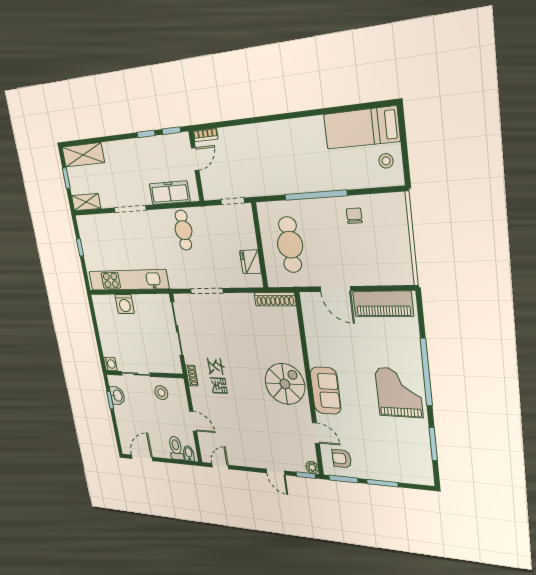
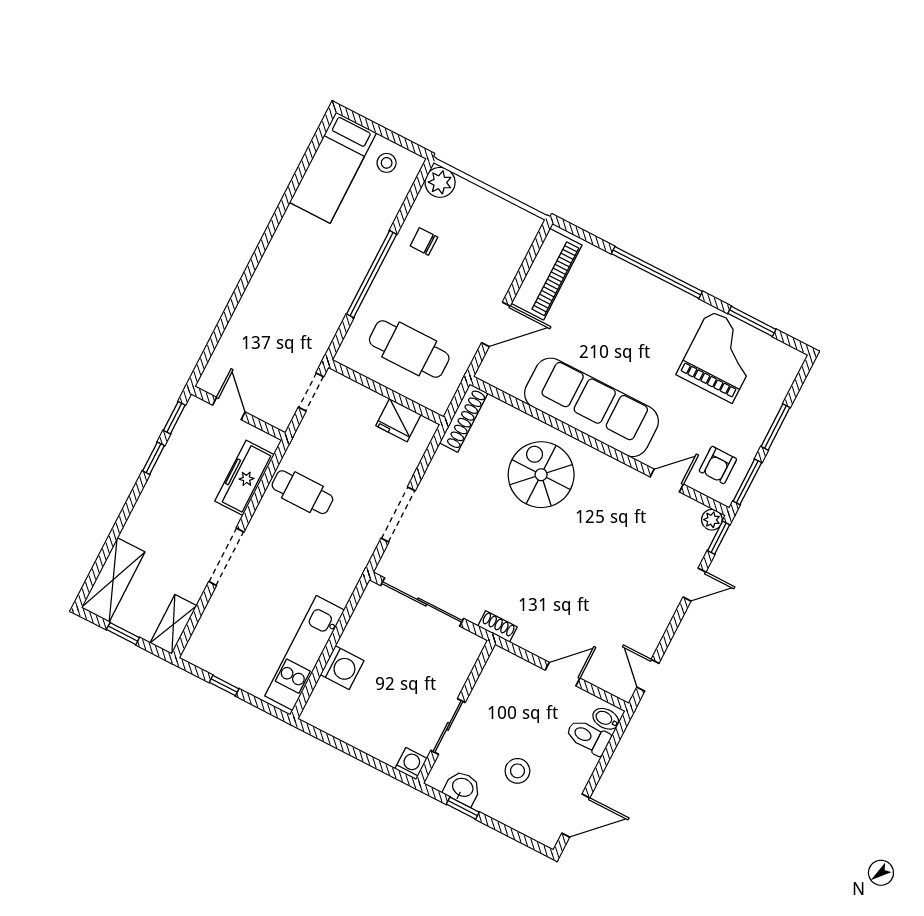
bookcase: (205, 135) -> (211, 372), removed
plant: (396, 204) -> (440, 182), added
kitchen unit: (128, 280) -> (305, 653), width x0.73
spiral stairs: (285, 384) -> (541, 475), moved
sofa: (325, 391) -> (592, 407), width x1.85, depth x1.27
grand piano: (399, 392) -> (721, 356), moved, turned 90
stool: (161, 393) -> (517, 771), moved
door: (142, 458) -> (576, 816), swing flipped

